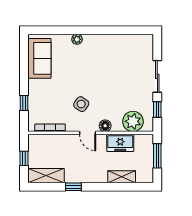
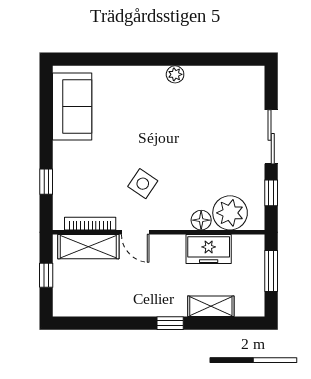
plant: (77, 39) -> (175, 74), moved
floor lamp: (105, 126) -> (201, 220), moved
door: (88, 133) -> (135, 232), moved
shelving: (46, 176) -> (88, 247), moved
window: (73, 187) -> (170, 323), moved

